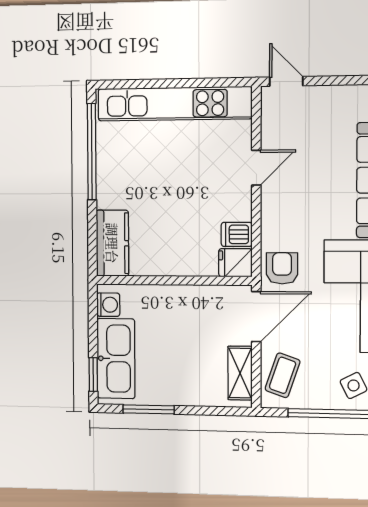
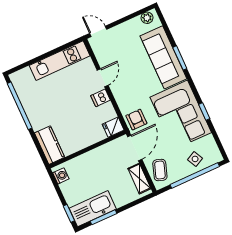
kitchen unit: (175, 104) -> (60, 61), width x0.73
dishwasher: (237, 234) -> (100, 98), moved
kitchen sink: (116, 359) -> (93, 209), moved, turned -90

